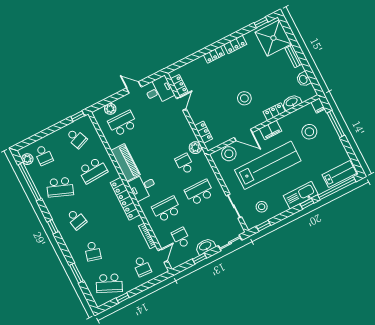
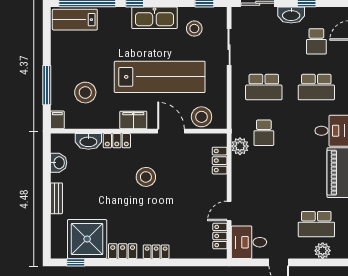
shower: (273, 38) -> (87, 239), moved
lab bench: (268, 165) -> (160, 77), turned 180
kitchen sink: (301, 195) -> (154, 18), moved

